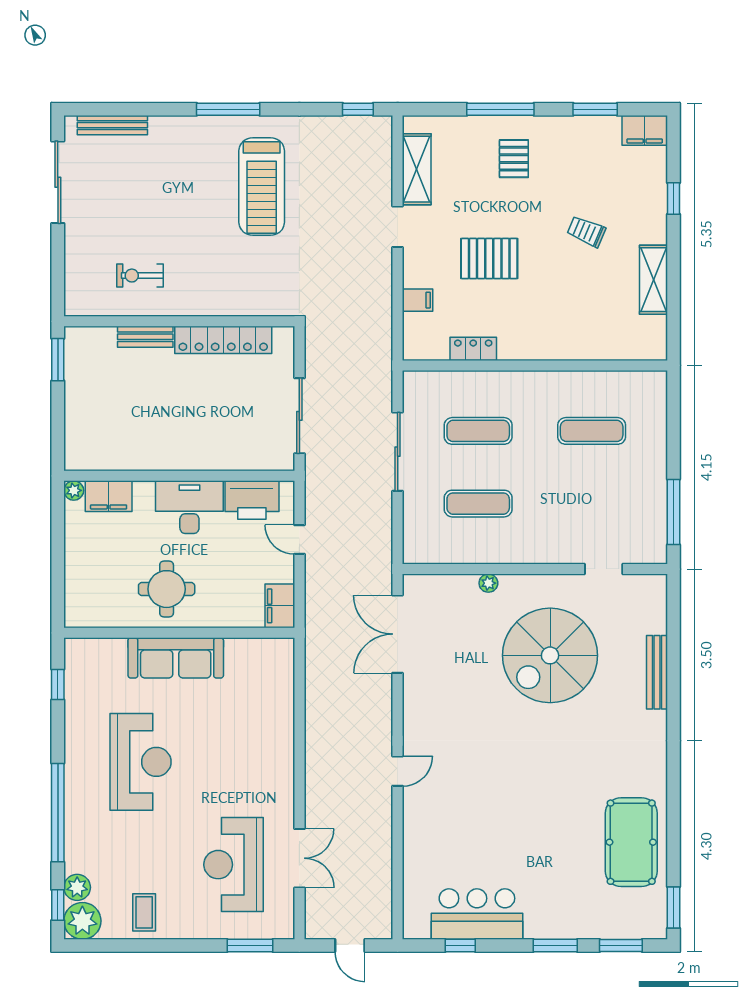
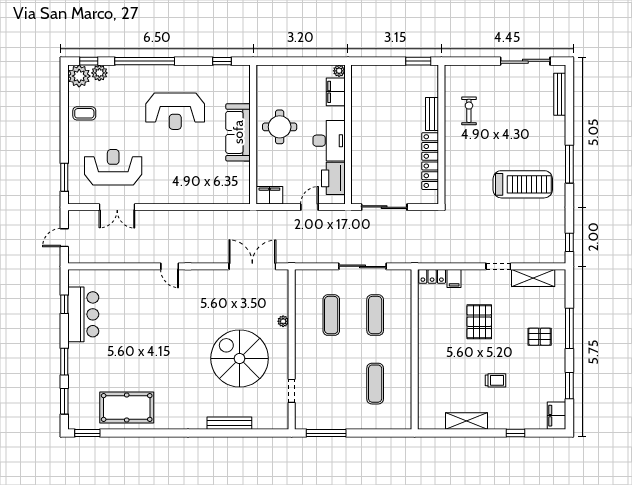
treadmill: (262, 186) -> (523, 184), turned 180
trolley: (586, 231) -> (496, 380), turned 67
locker: (473, 349) -> (432, 276), moved, turned 90

